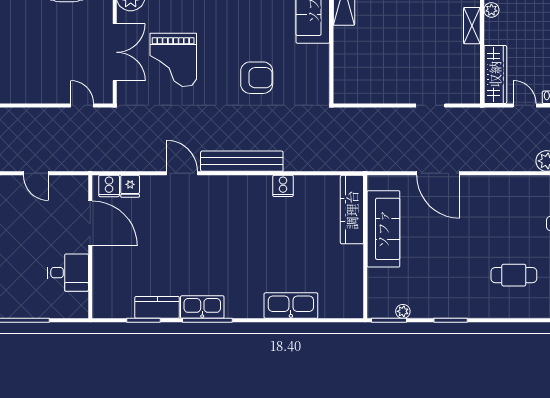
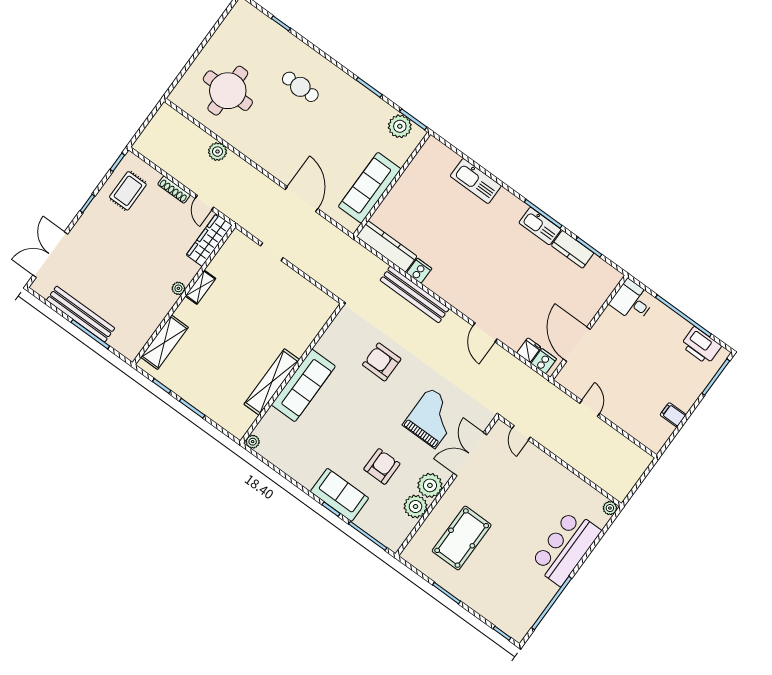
bench: (242, 161) -> (415, 294), moved
kitchen counter: (352, 210) -> (387, 246), moved, turned -90
desk: (68, 273) -> (632, 301), moved
plant: (403, 311) -> (400, 126), width x1.88, depth x1.88

